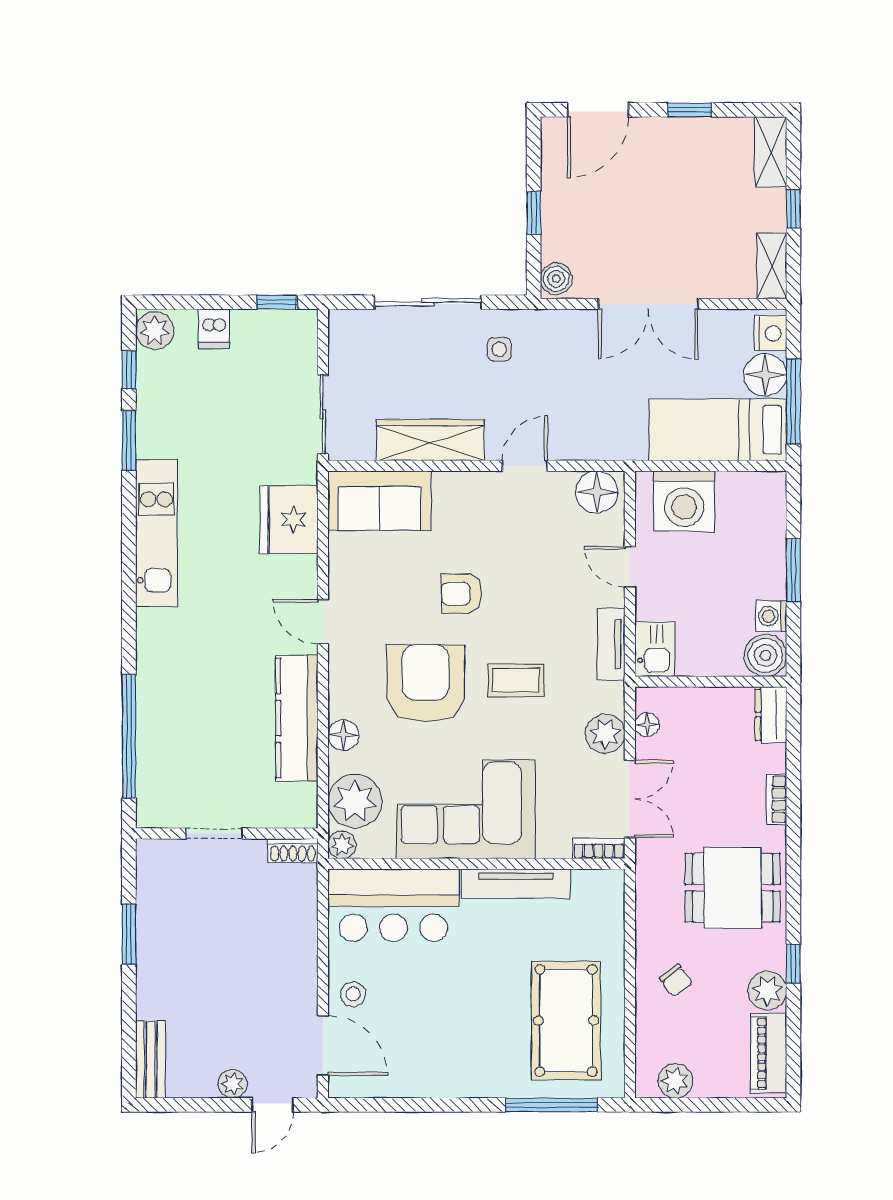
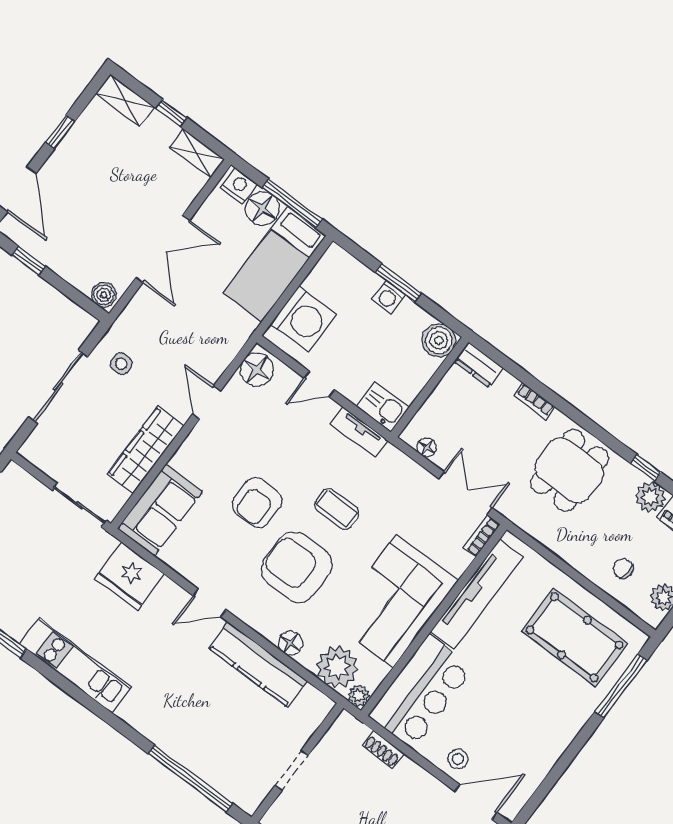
window: (534, 213) -> (29, 261), moved
armchair: (461, 594) -> (257, 503), width x1.38, depth x1.38
washing machine: (771, 616) -> (388, 297), moved
coffee table: (516, 680) -> (337, 509), turned 90
plant: (605, 734) -> (413, 478), removed
shoe rack: (293, 851) -> (383, 749), moved, turned 90
tv unit: (516, 884) -> (477, 594), width x1.36, depth x1.29
chair: (676, 980) -> (623, 568), moved, turned -138

